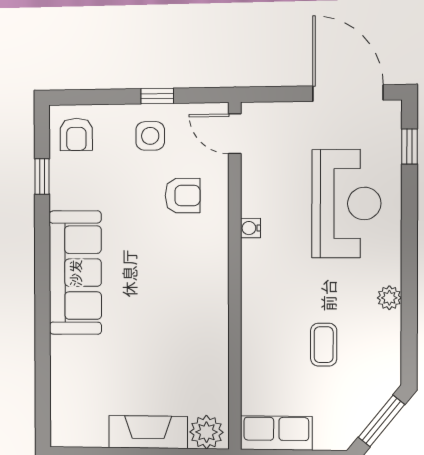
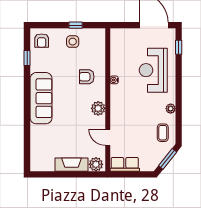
door: (235, 134) -> (108, 137), moved
armchair: (183, 196) -> (87, 77), moved, turned 180
reception desk: (346, 204) -> (153, 70), turned 180
plant: (212, 297) -> (98, 108), added
coffee table: (324, 345) -> (163, 133), moved

